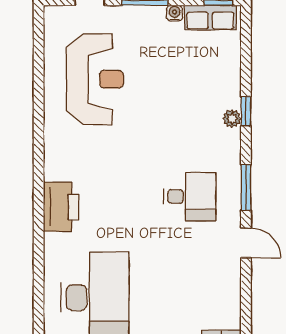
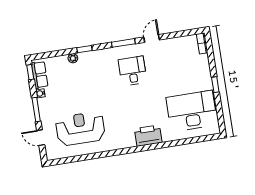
plant: (232, 119) -> (73, 58), moved

